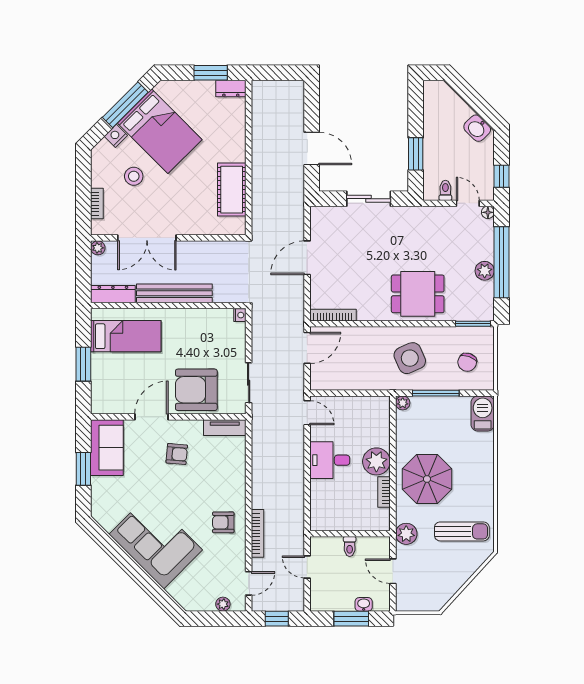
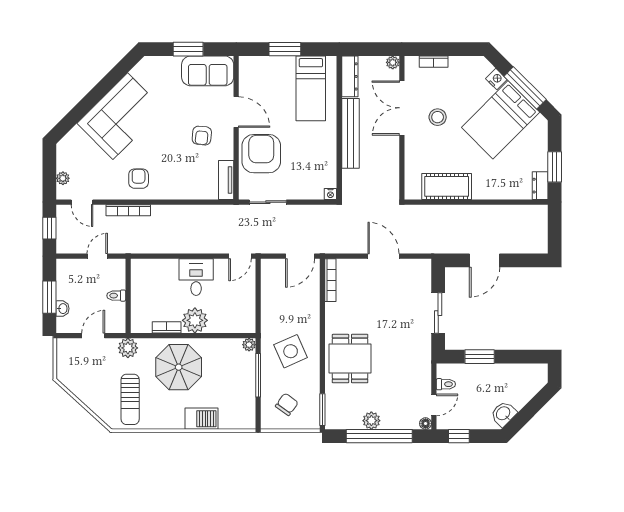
stool: (134, 176) -> (438, 117), moved
door: (307, 348) -> (300, 256), hinge flipped
chair: (467, 362) -> (287, 404), turned 106
barbecue: (483, 414) -> (201, 419), moved

